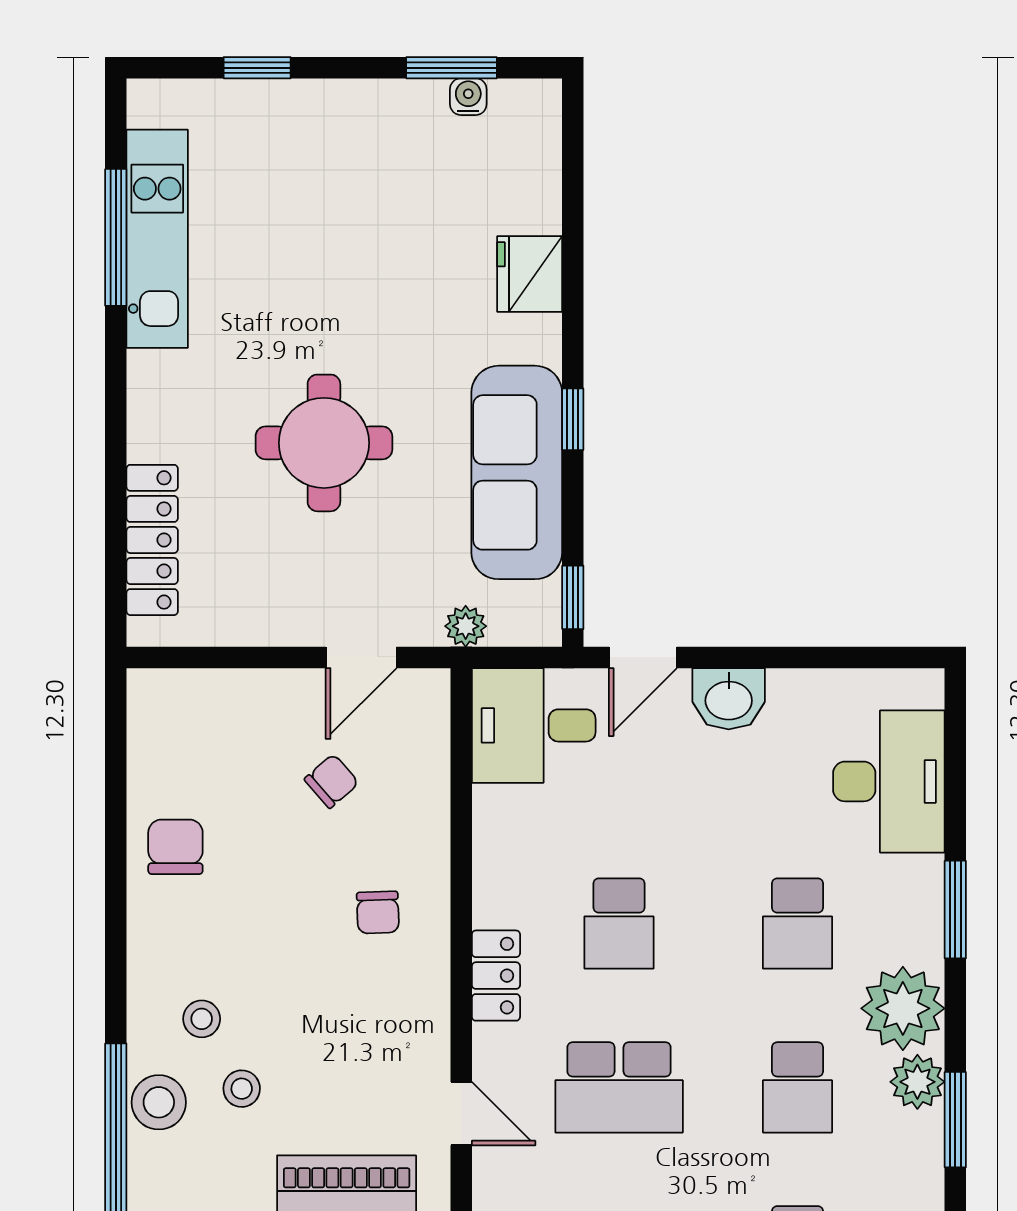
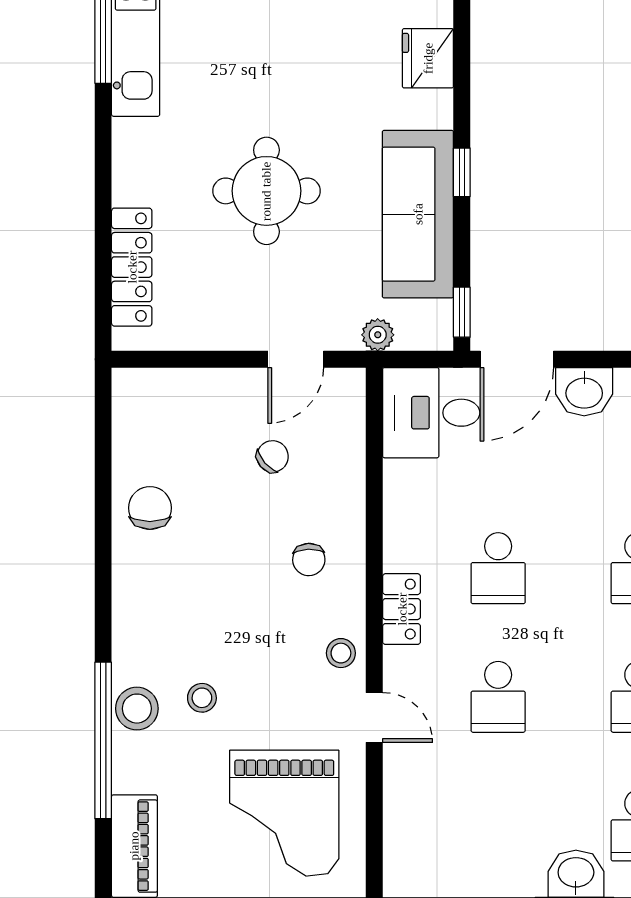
door: (643, 657) -> (517, 359), width x1.38
stool: (202, 1019) -> (341, 653), moved
school desk: (619, 1087) -> (498, 697), width x0.54

